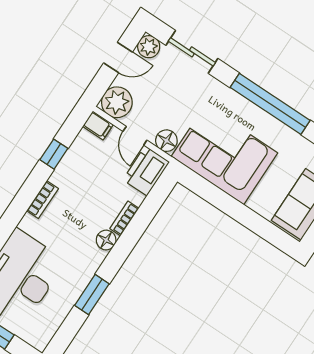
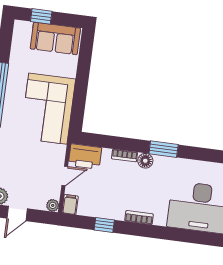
door: (118, 57) -> (17, 213), swing flipped
plant: (117, 102) -> (53, 205), width x0.53, depth x0.53
floor lamp: (166, 141) -> (58, 153), removed
window: (92, 295) -> (164, 149), moved

